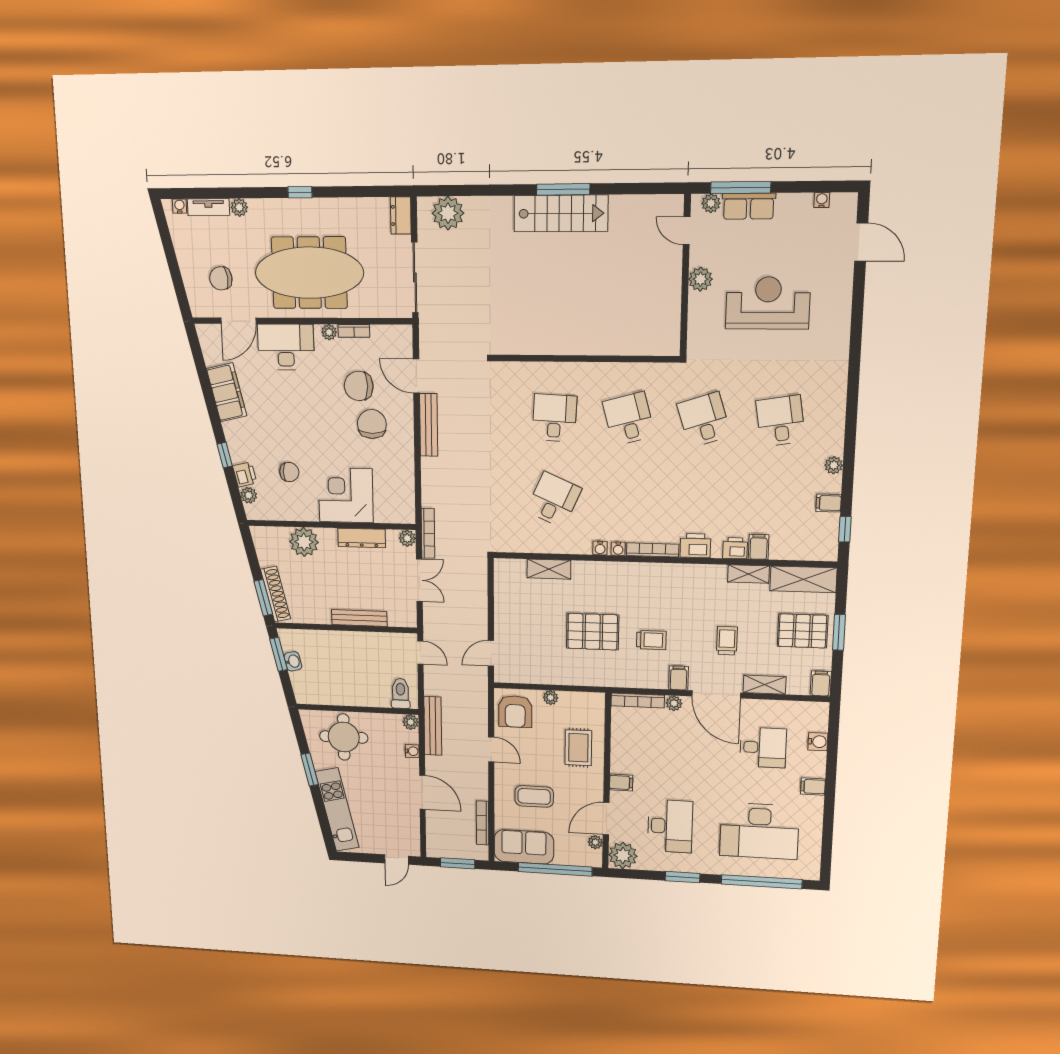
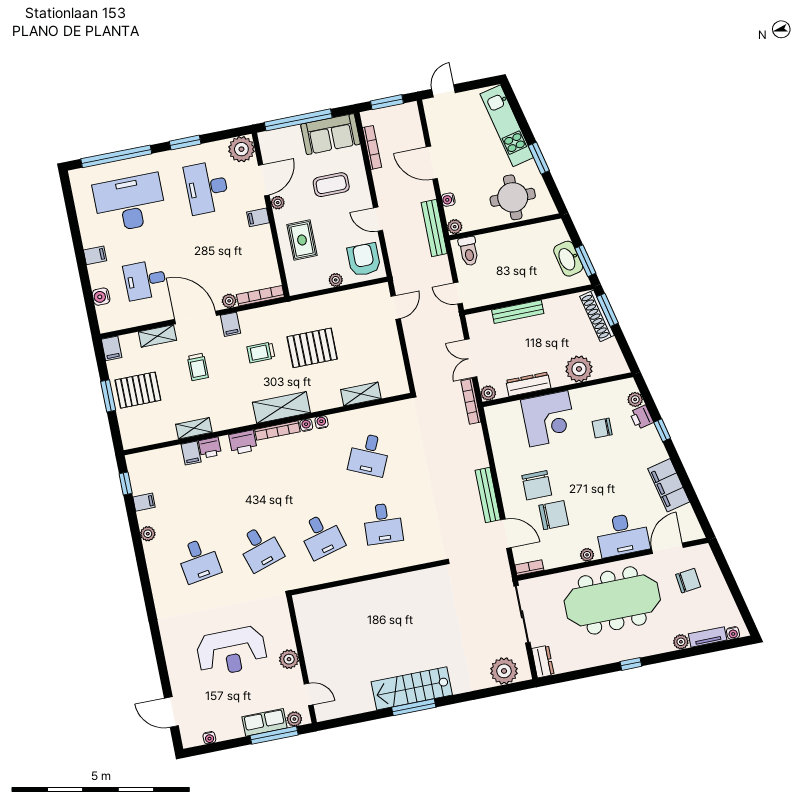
bookcase: (354, 331) -> (529, 568), moved
shelving: (803, 579) -> (281, 407), moved
washbasin: (293, 661) -> (568, 259), width x1.91, depth x1.45
plant: (595, 842) -> (278, 203), moved

